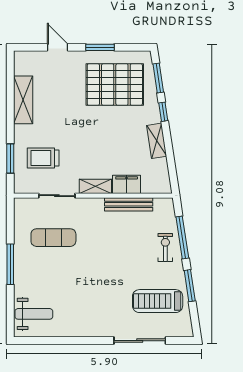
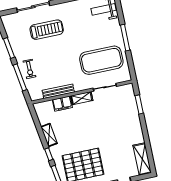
shelving: (23, 100) -> (142, 159), moved
trolley: (43, 158) -> (118, 109), removed
exercise mat: (53, 238) -> (101, 60), width x2.00, depth x1.45
treadmill: (158, 301) -> (47, 30), moved

